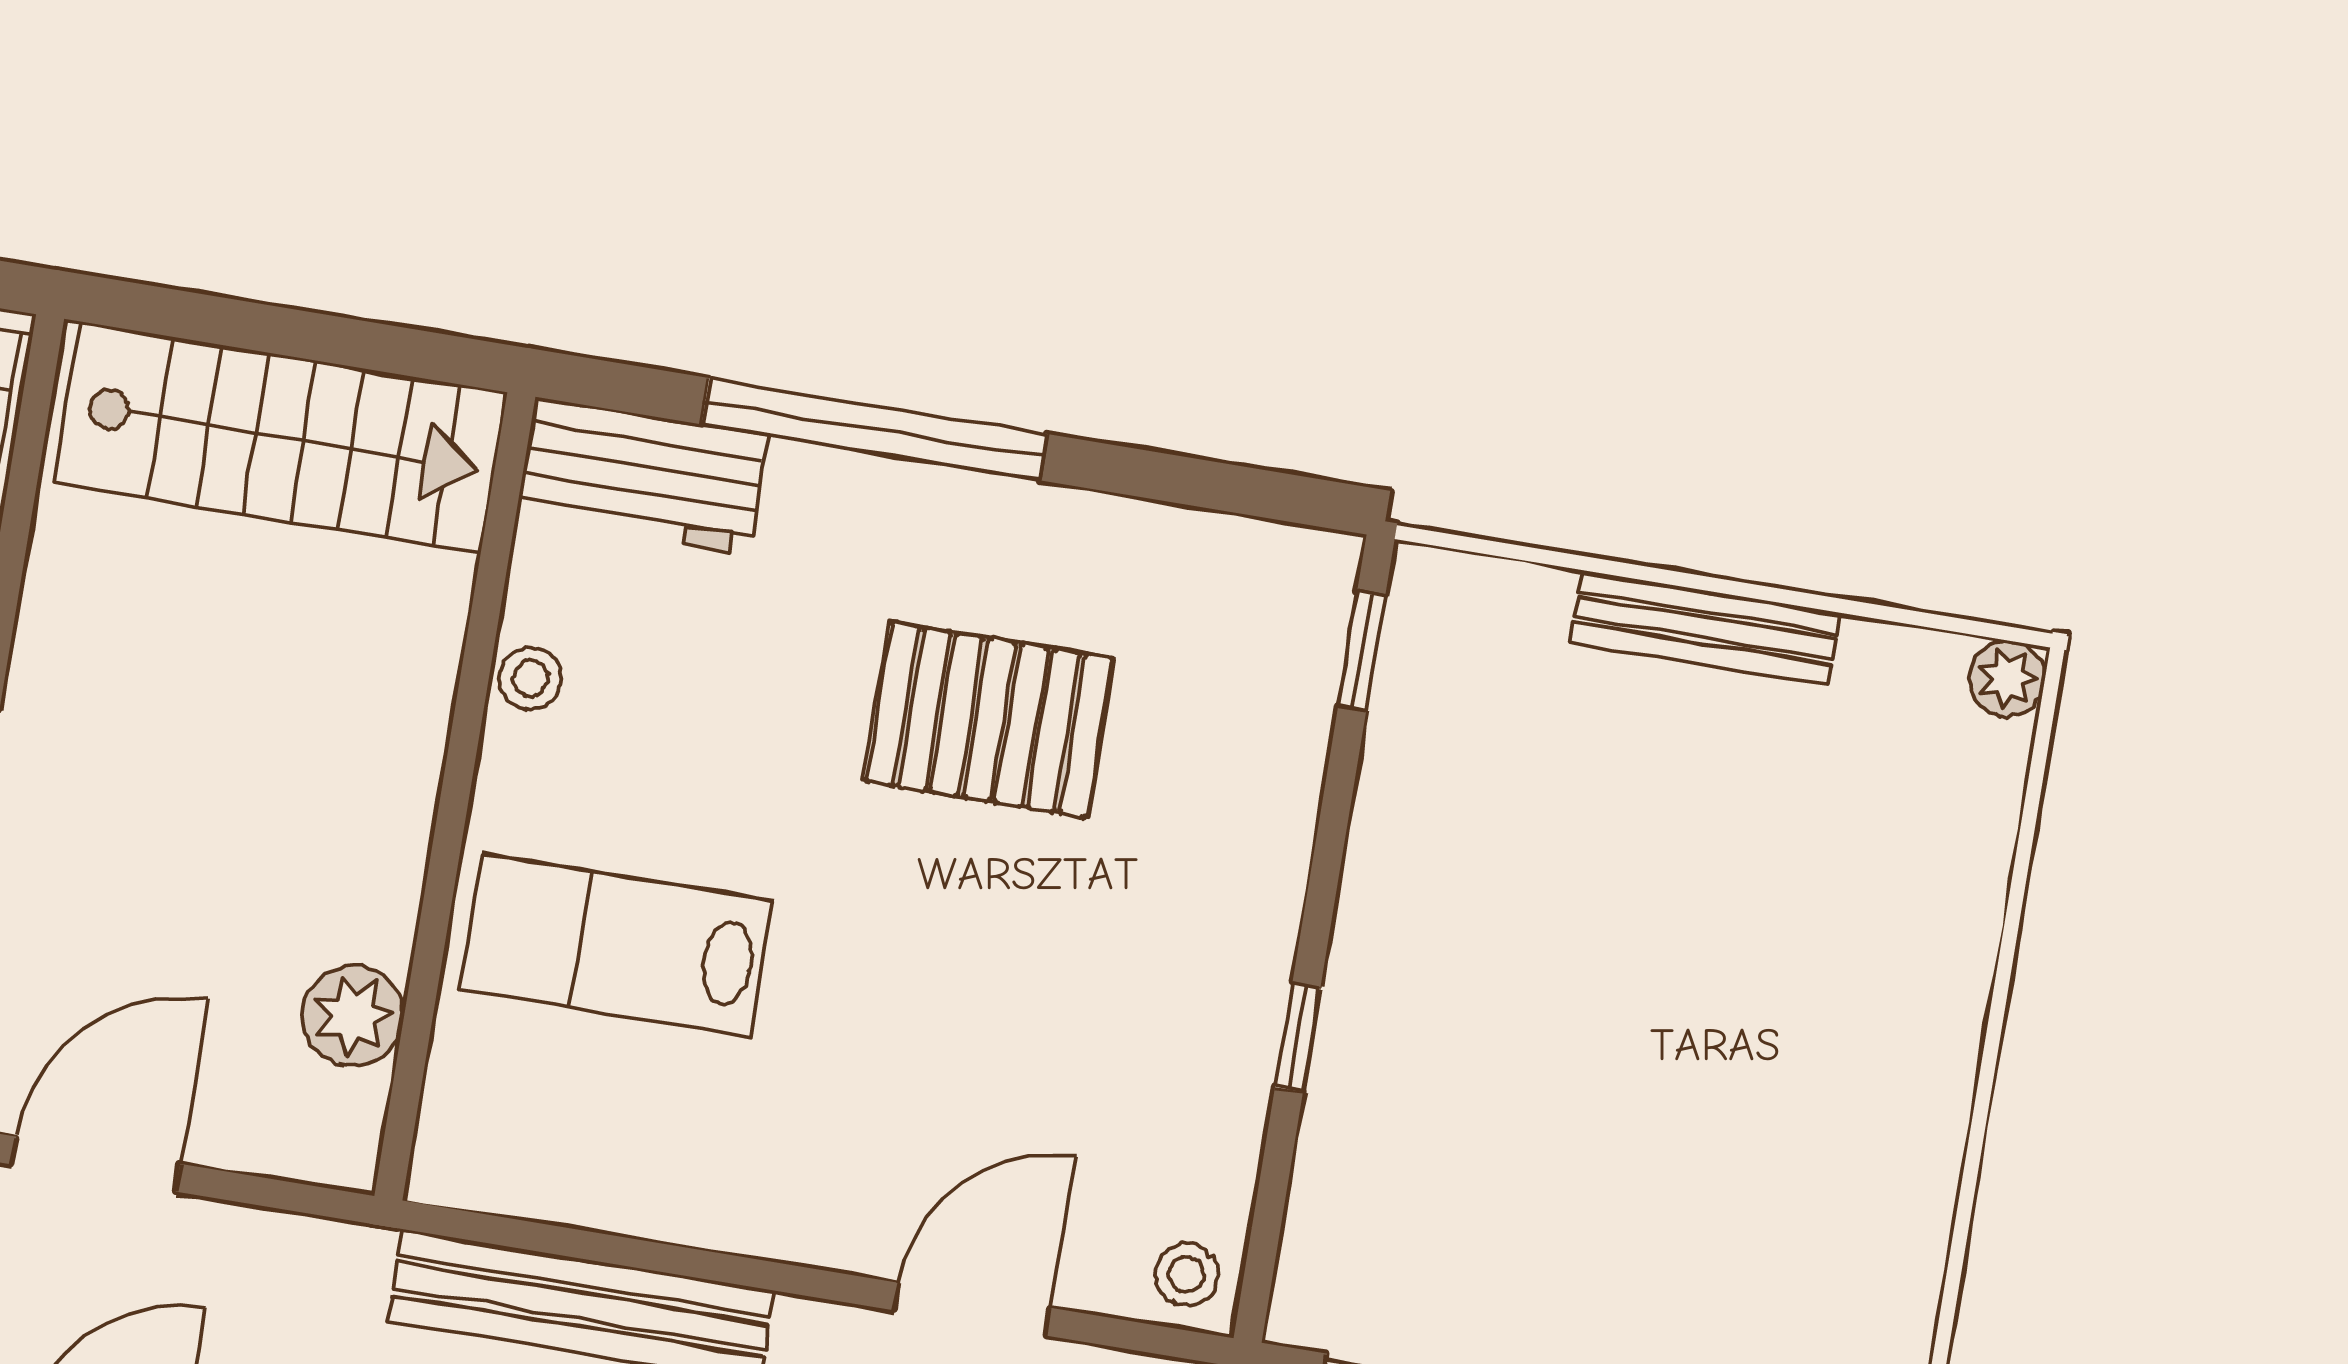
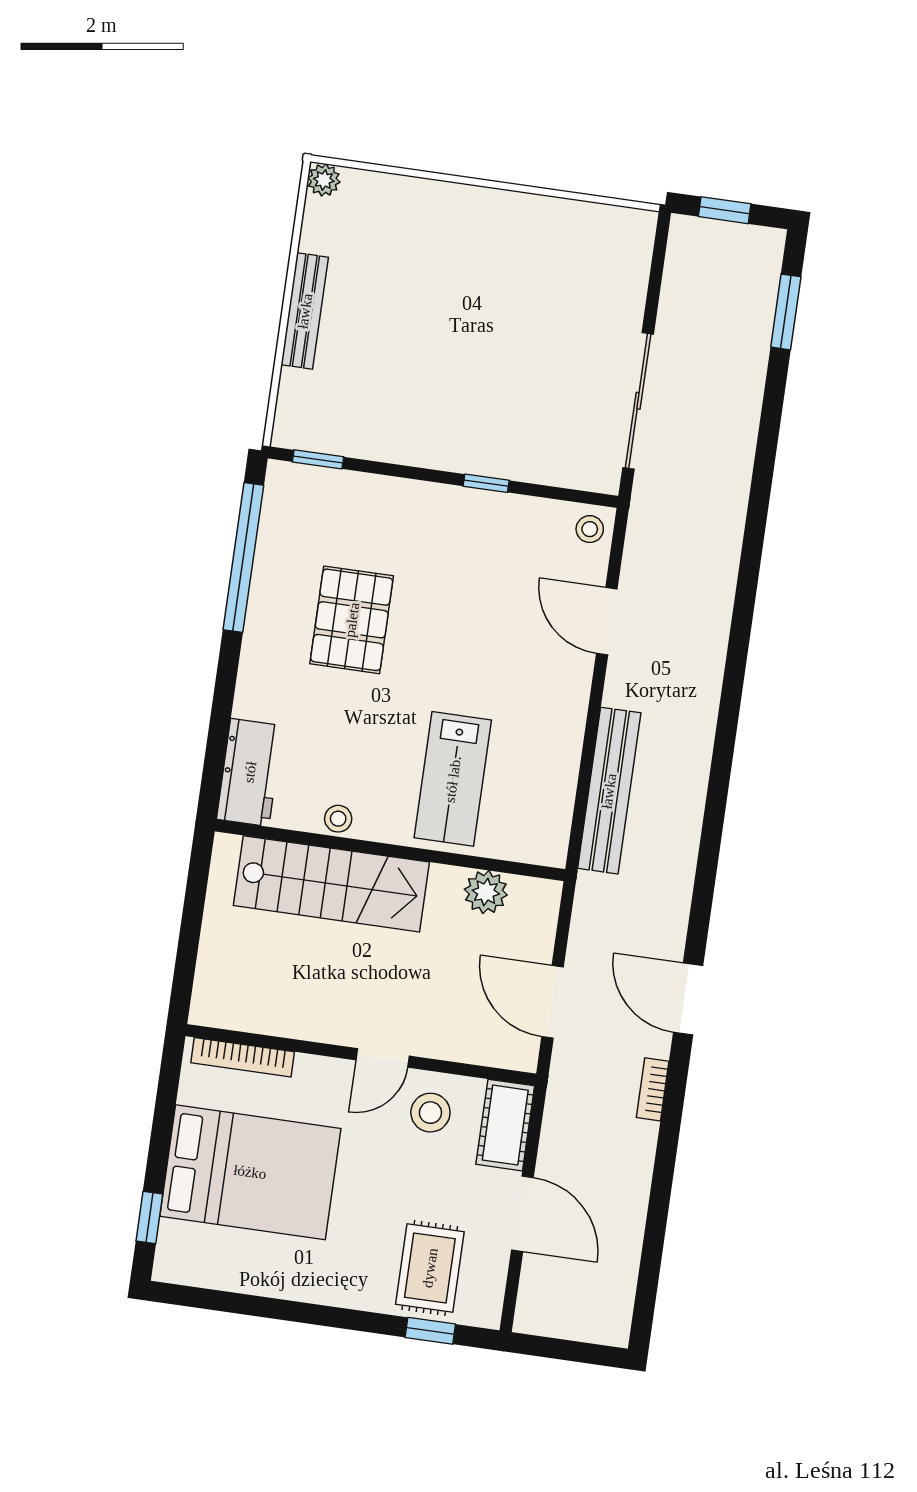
window: (875, 429) -> (243, 557), moved
stairs: (280, 437) -> (331, 884), moved, turned 90

